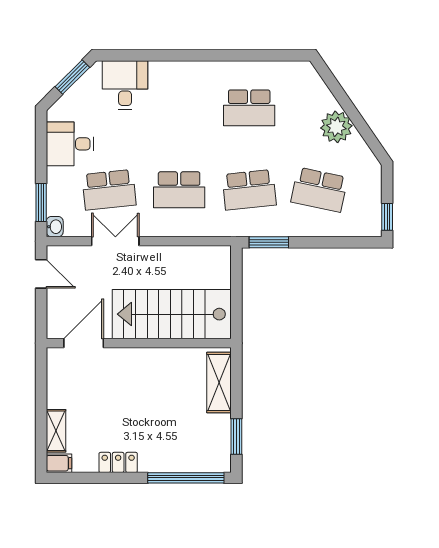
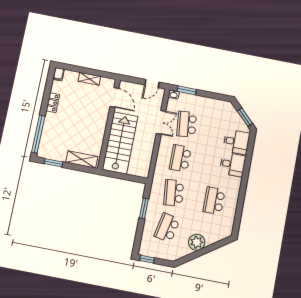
desk: (70, 144) -> (233, 164), moved, turned 90
window: (269, 242) -> (144, 208), moved
shelving: (56, 431) -> (89, 79), moved

